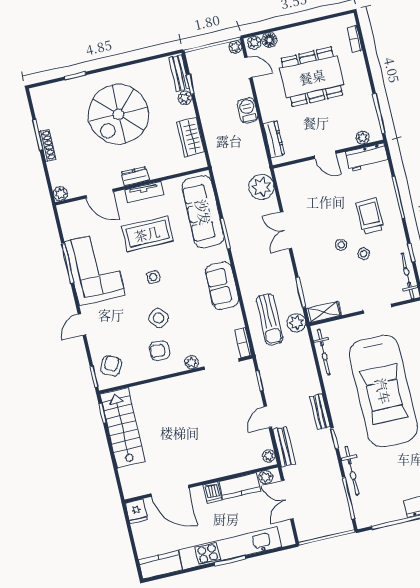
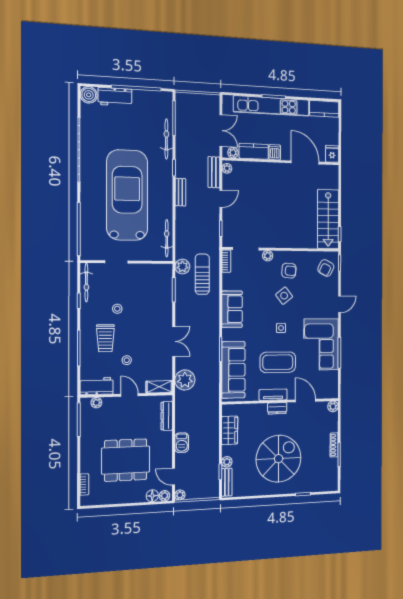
stool: (341, 245) -> (127, 360), moved
shelving: (324, 312) -> (159, 387), moved

